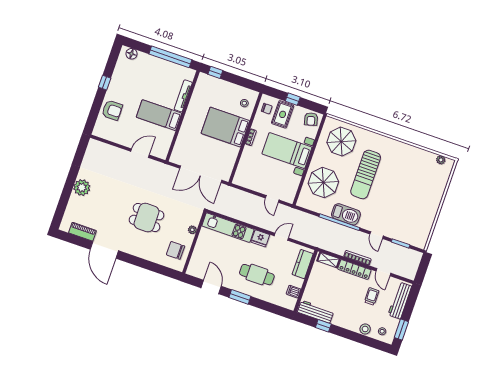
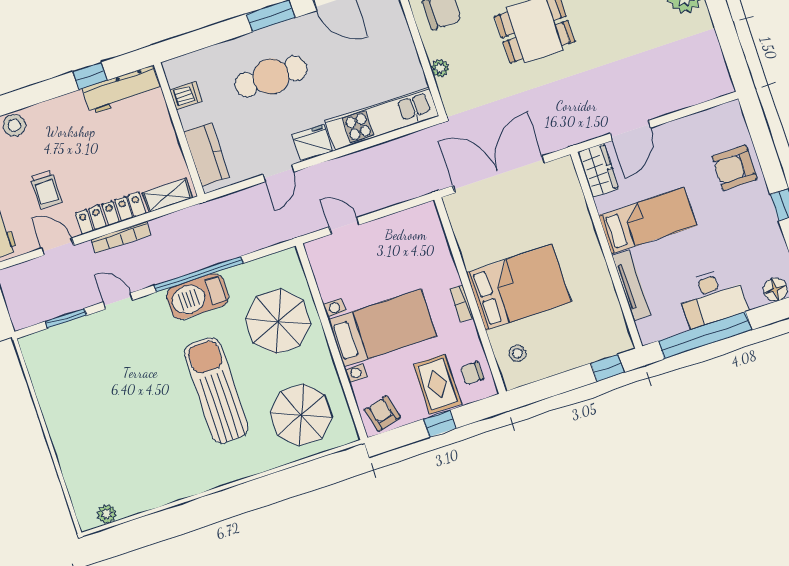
desk: (157, 69) -> (712, 298), added
wardrobe: (163, 148) -> (598, 170), added

